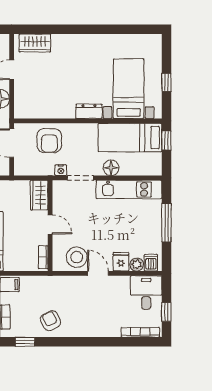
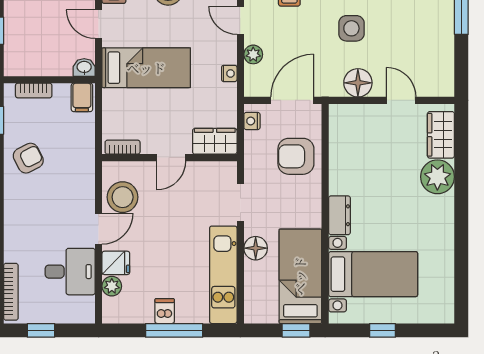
plant: (63, 45) -> (437, 177), added
nightstand: (61, 170) -> (252, 121), moved
dishwasher: (151, 263) -> (165, 311), moved, turned -90
desk: (146, 292) -> (70, 272), moved

